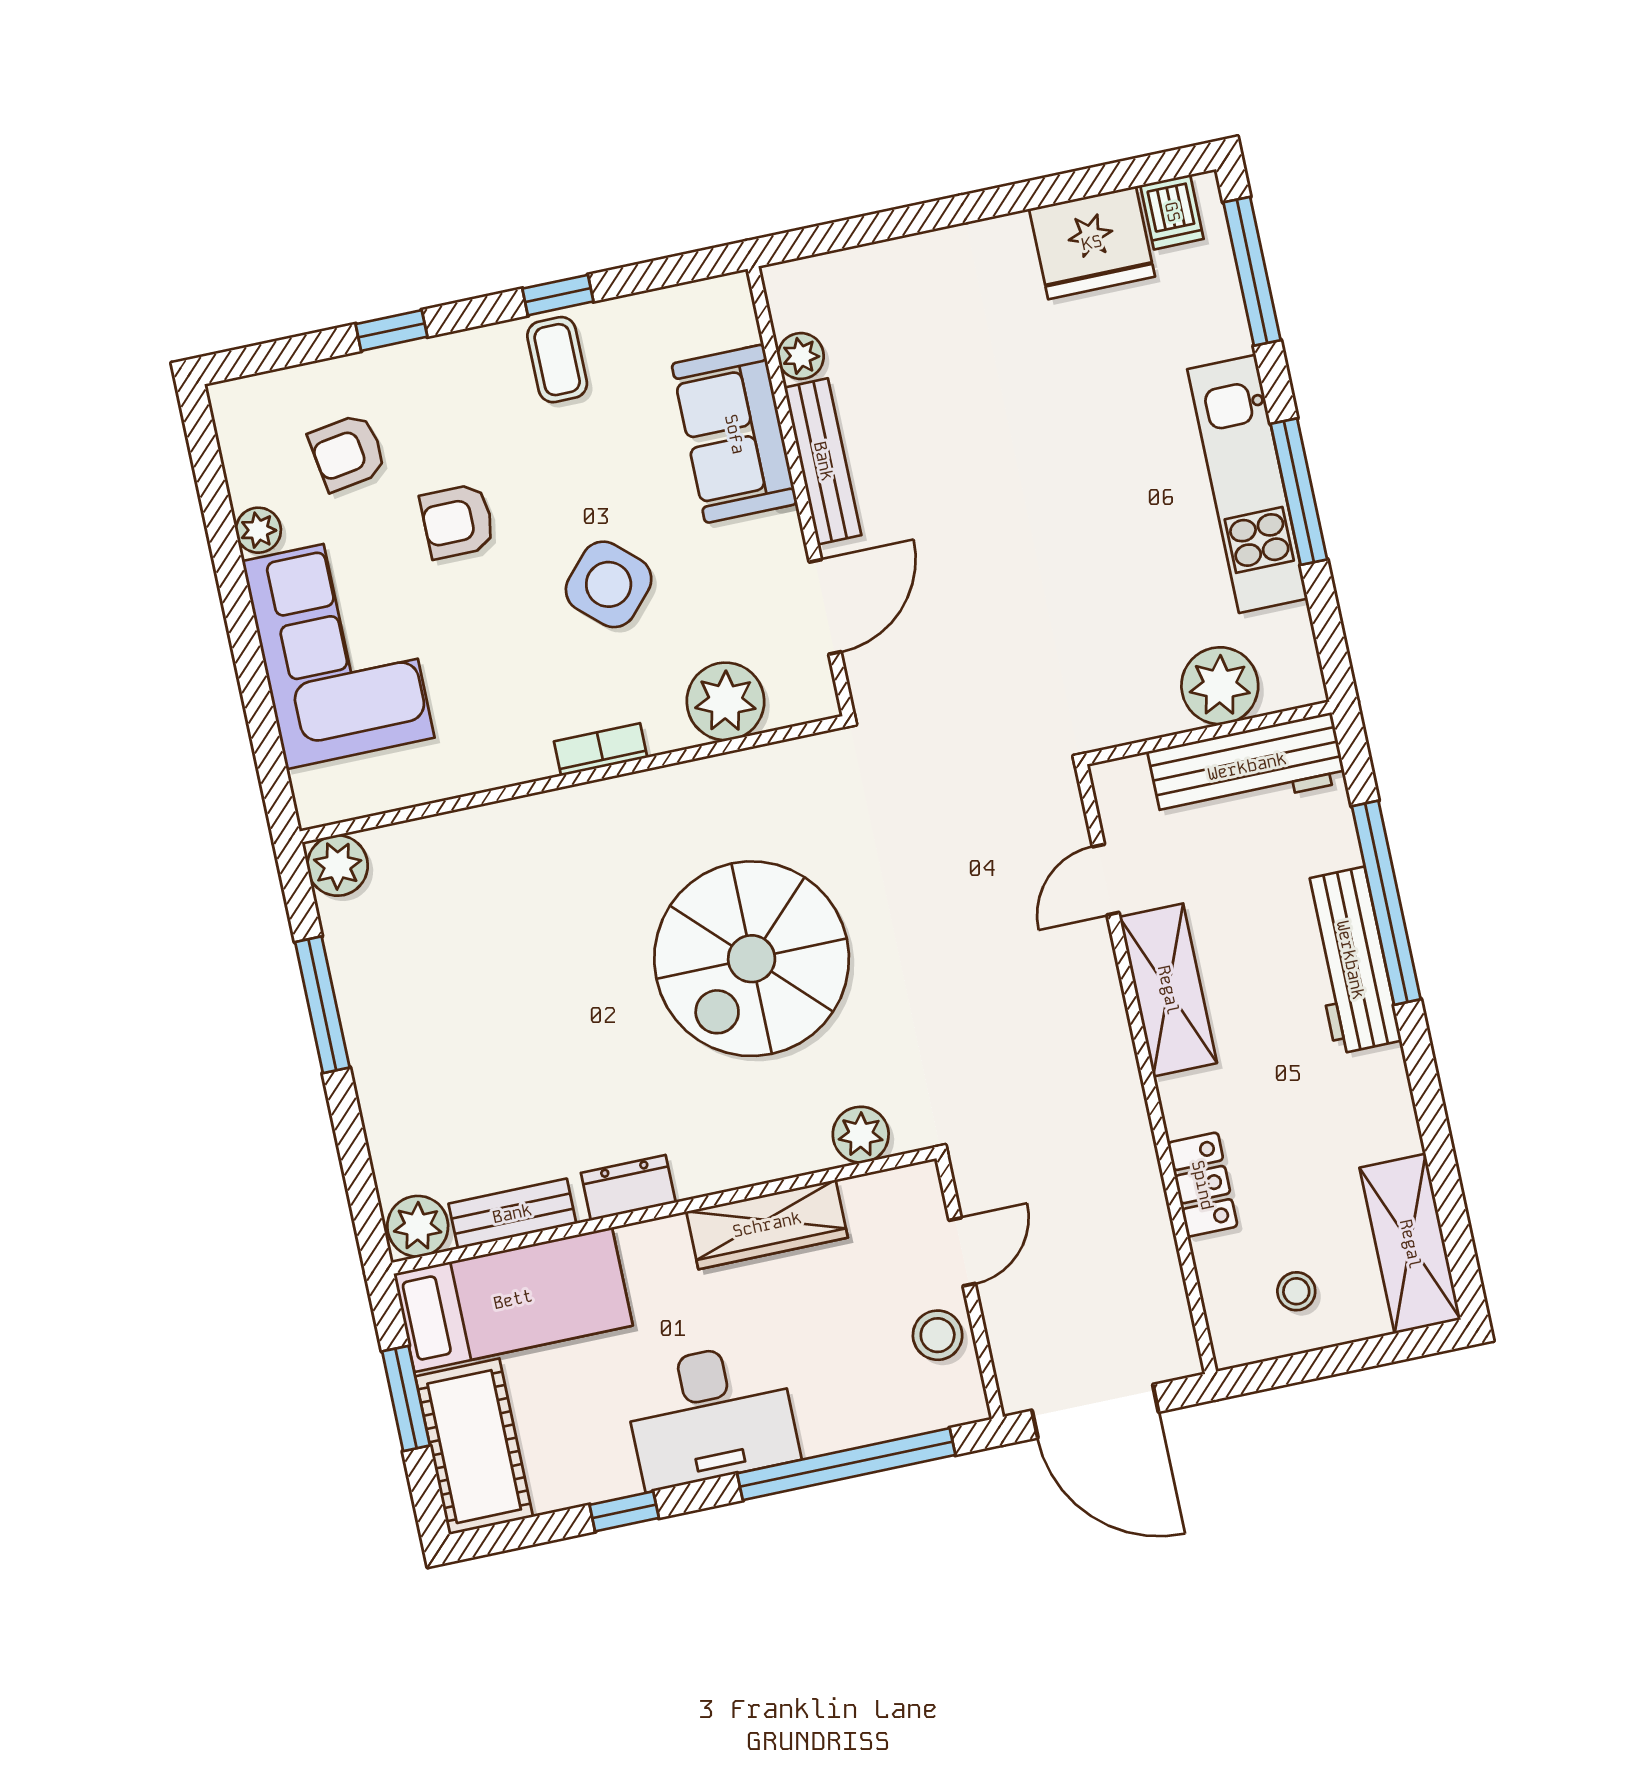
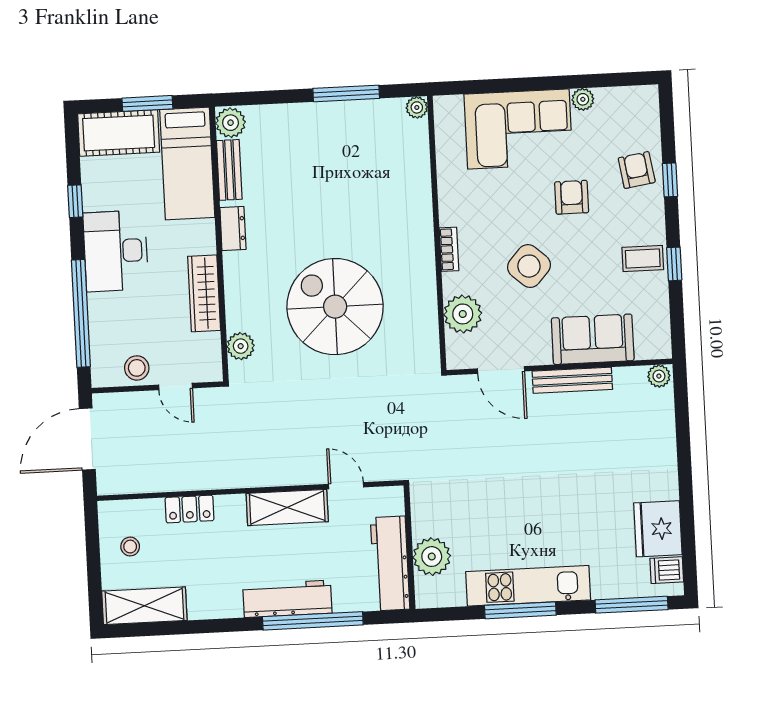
plant: (801, 356) -> (659, 376), moved
armchair: (348, 452) -> (637, 170), moved
plant: (337, 865) -> (417, 107), width x0.73, depth x0.73

